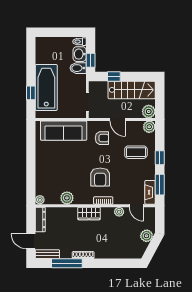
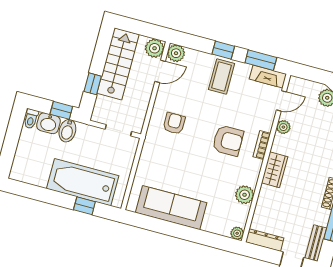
door: (118, 119) -> (160, 71), moved
sofa: (64, 131) -> (171, 208), moved, turned -90
coffee table: (136, 152) -> (222, 77), moved

